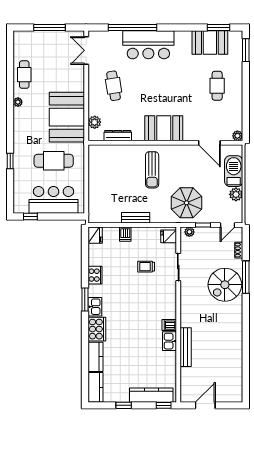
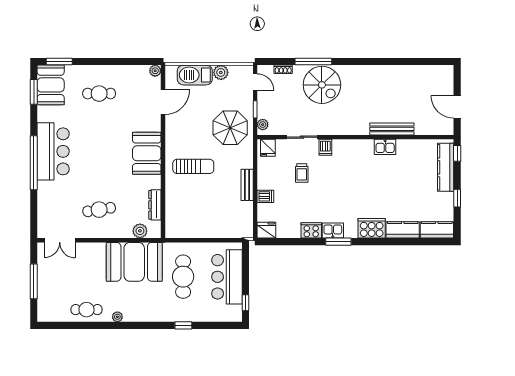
window: (132, 27) -> (34, 163), moved
booth: (210, 43) -> (51, 85), moved
bar counter: (148, 45) -> (53, 151), moved
kitchen sink: (95, 307) -> (333, 231), moved
dishwasher: (169, 325) -> (325, 147), moved

